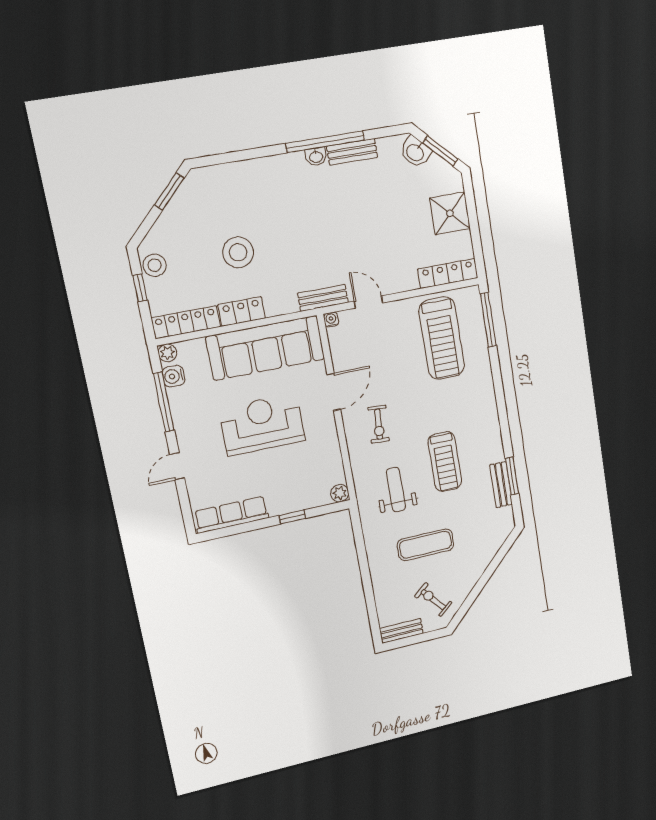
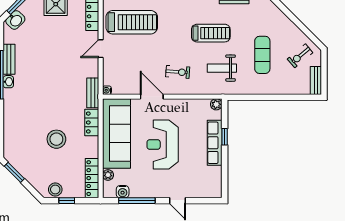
door: (368, 302) -> (101, 49), moved
locker: (242, 311) -> (92, 122), moved
plant: (167, 353) -> (108, 175), moved
row of seats: (231, 515) -> (215, 143), moved

